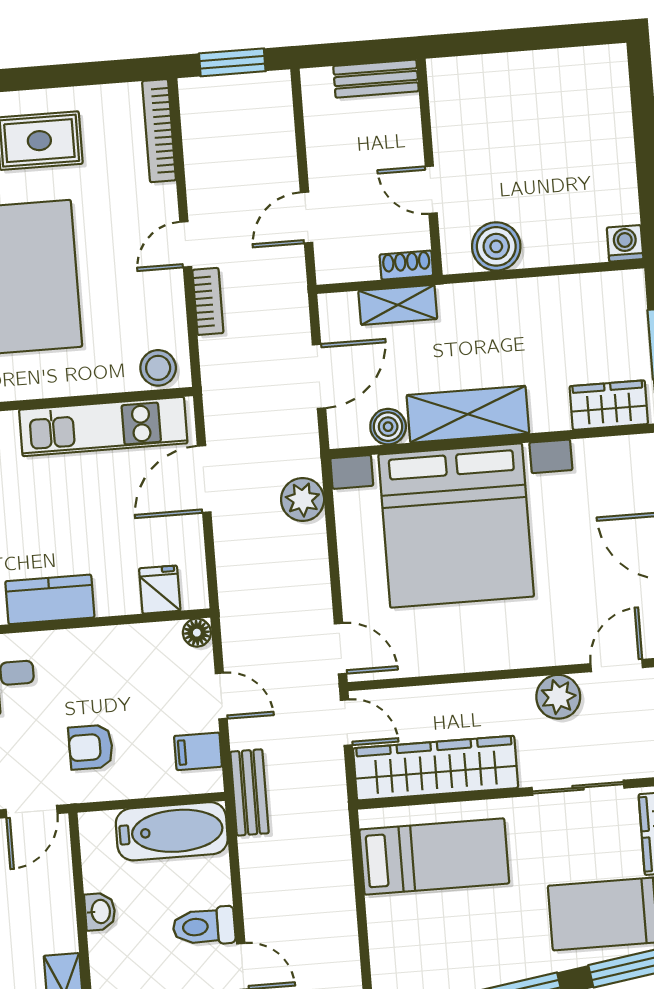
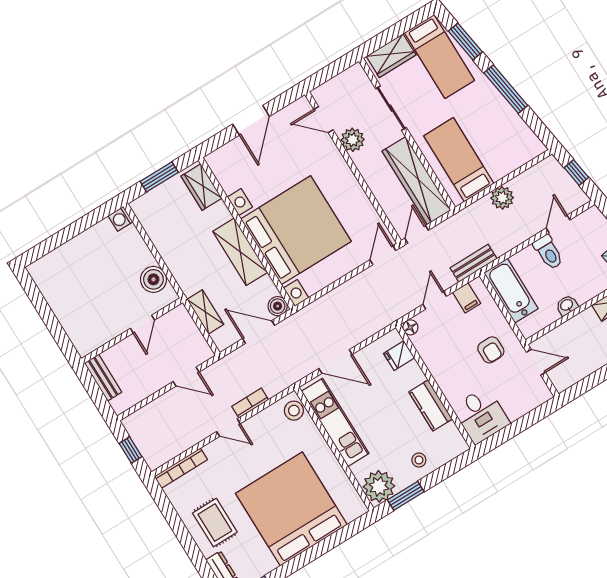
window: (232, 62) -> (130, 450), width x0.67
shoe rack: (406, 265) -> (184, 318), removed
boiler: (388, 427) -> (278, 306), moved
plant: (303, 500) -> (502, 198), moved

